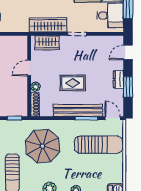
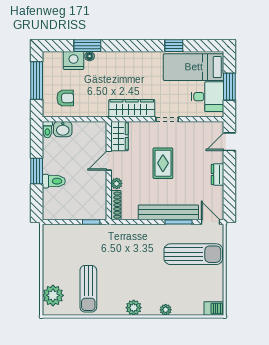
wardrobe: (47, 43) -> (119, 136), moved, turned -90
rug: (73, 83) -> (163, 163), moved, turned 90
window: (128, 87) -> (229, 184), removed
parasol: (43, 146) -> (125, 256), removed

